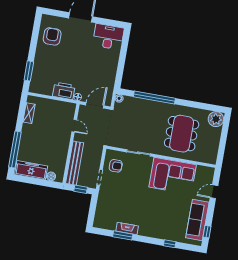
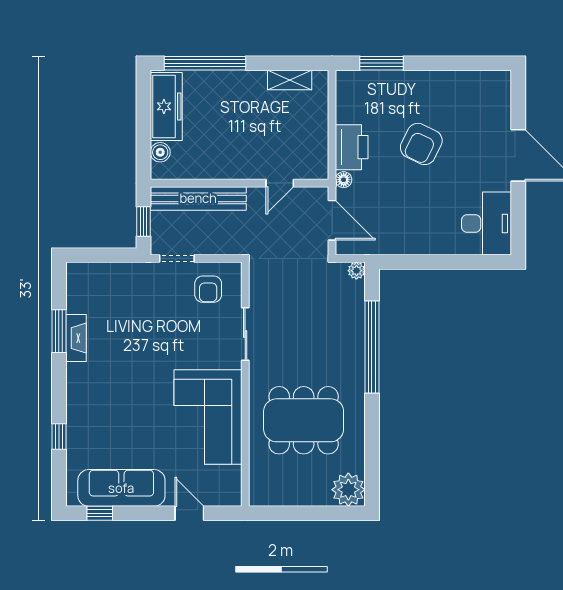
armchair: (52, 36) -> (421, 144), moved, turned 116

